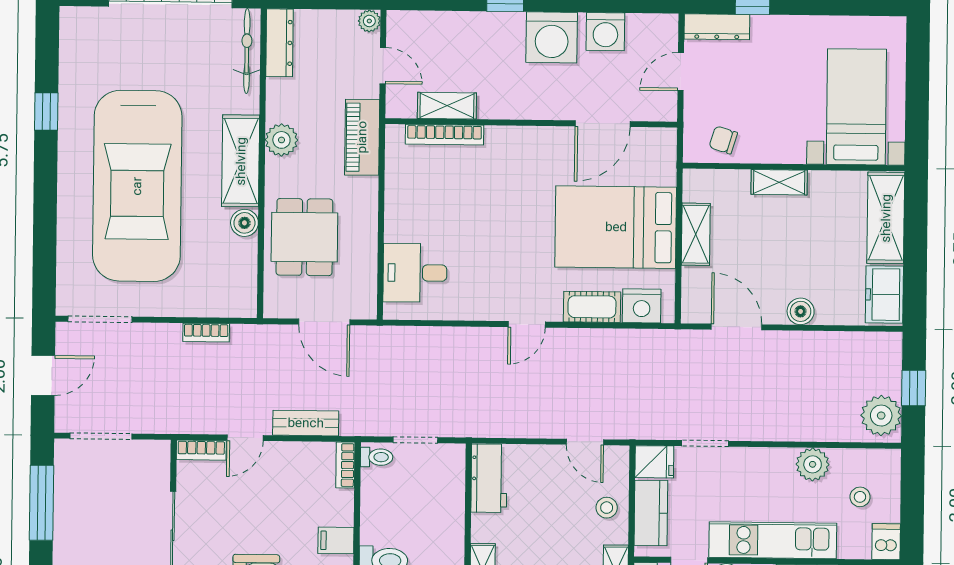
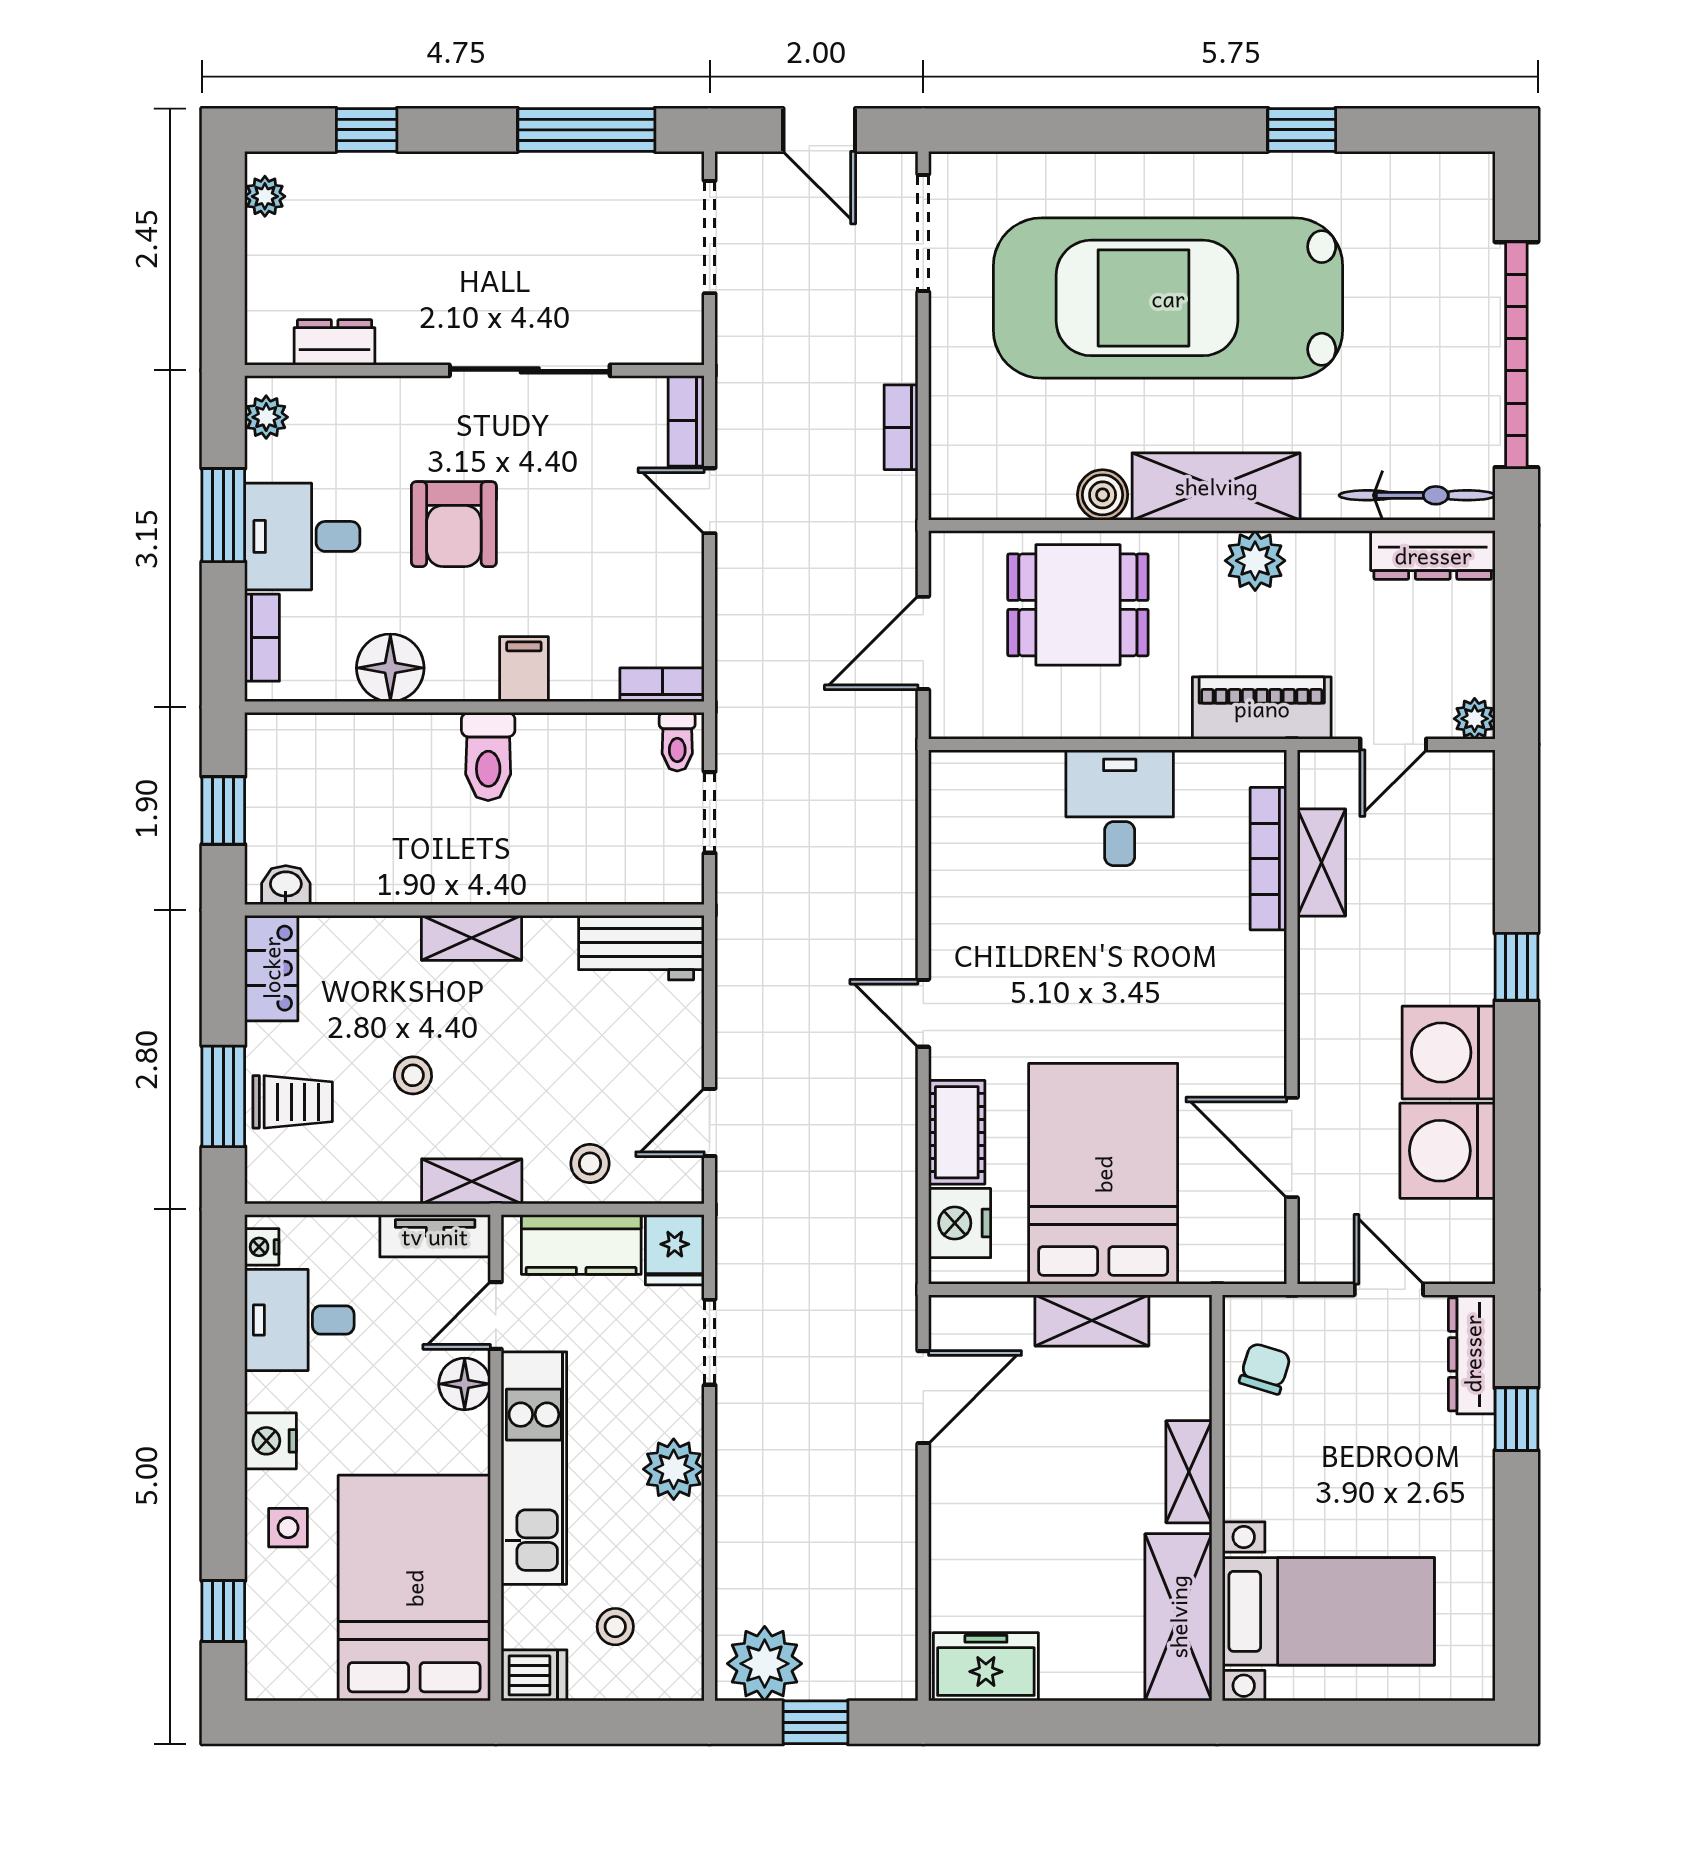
washing machine: (605, 32) -> (1447, 1151), width x1.37, depth x1.37
shelving: (886, 218) -> (1178, 1617), moved, turned 90
desk: (415, 273) -> (1120, 808), moved
boiler: (801, 311) -> (953, 1514), removed
bench: (306, 423) -> (738, 611), removed
plant: (813, 464) -> (674, 1469), moved

